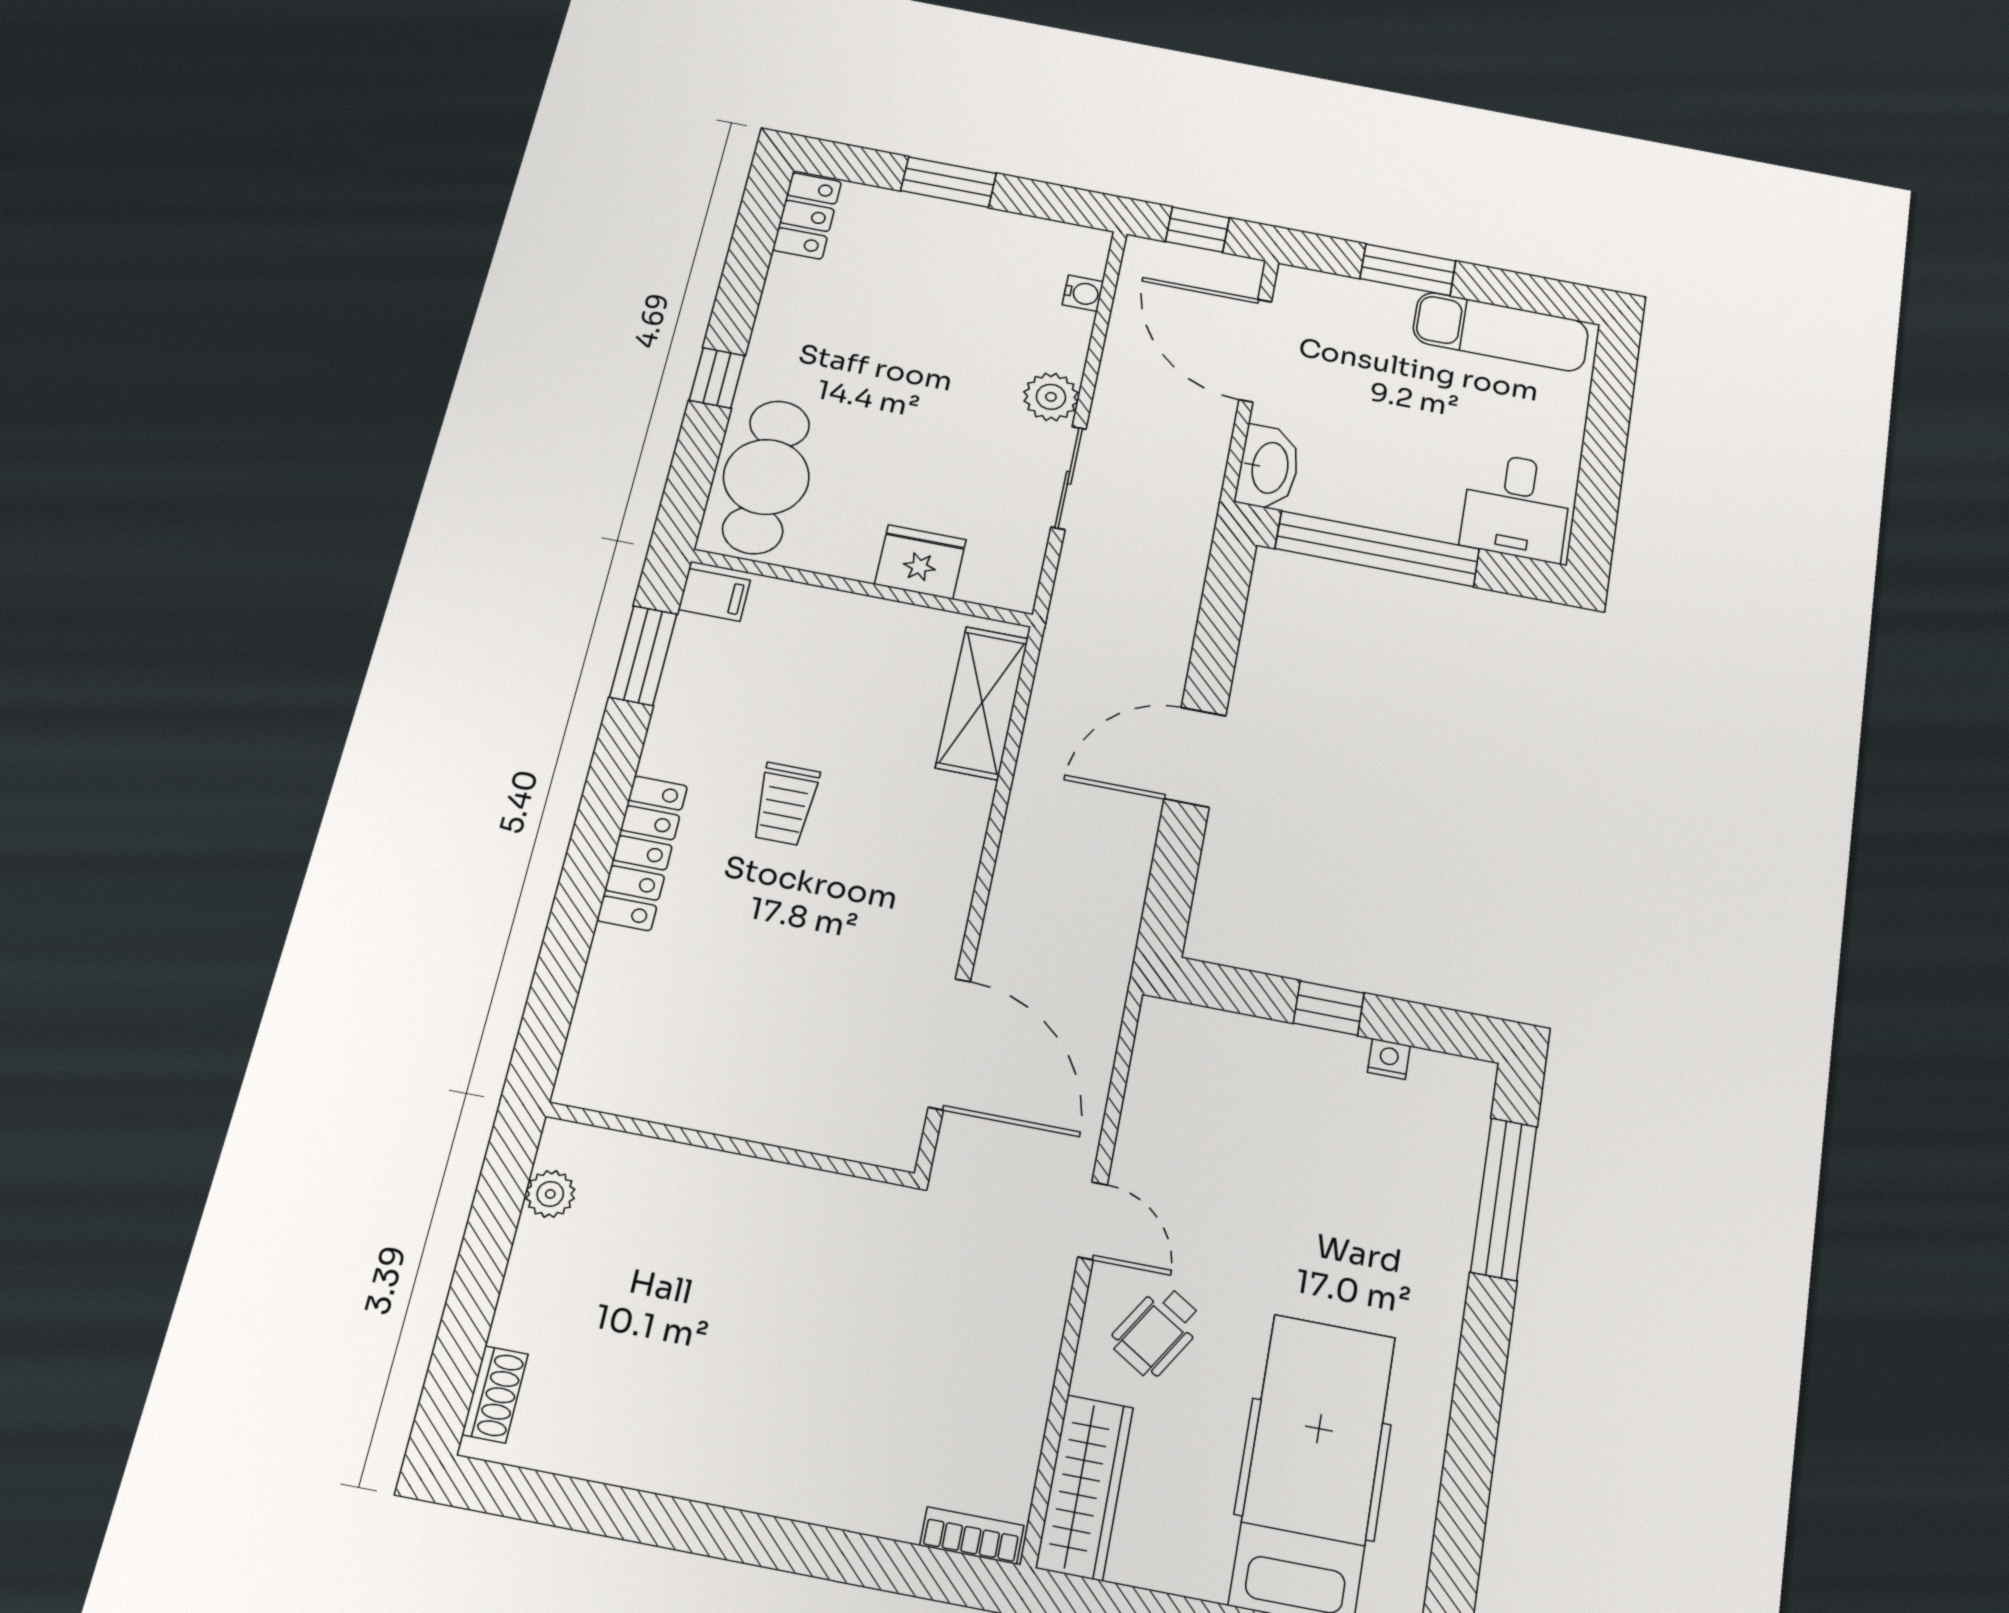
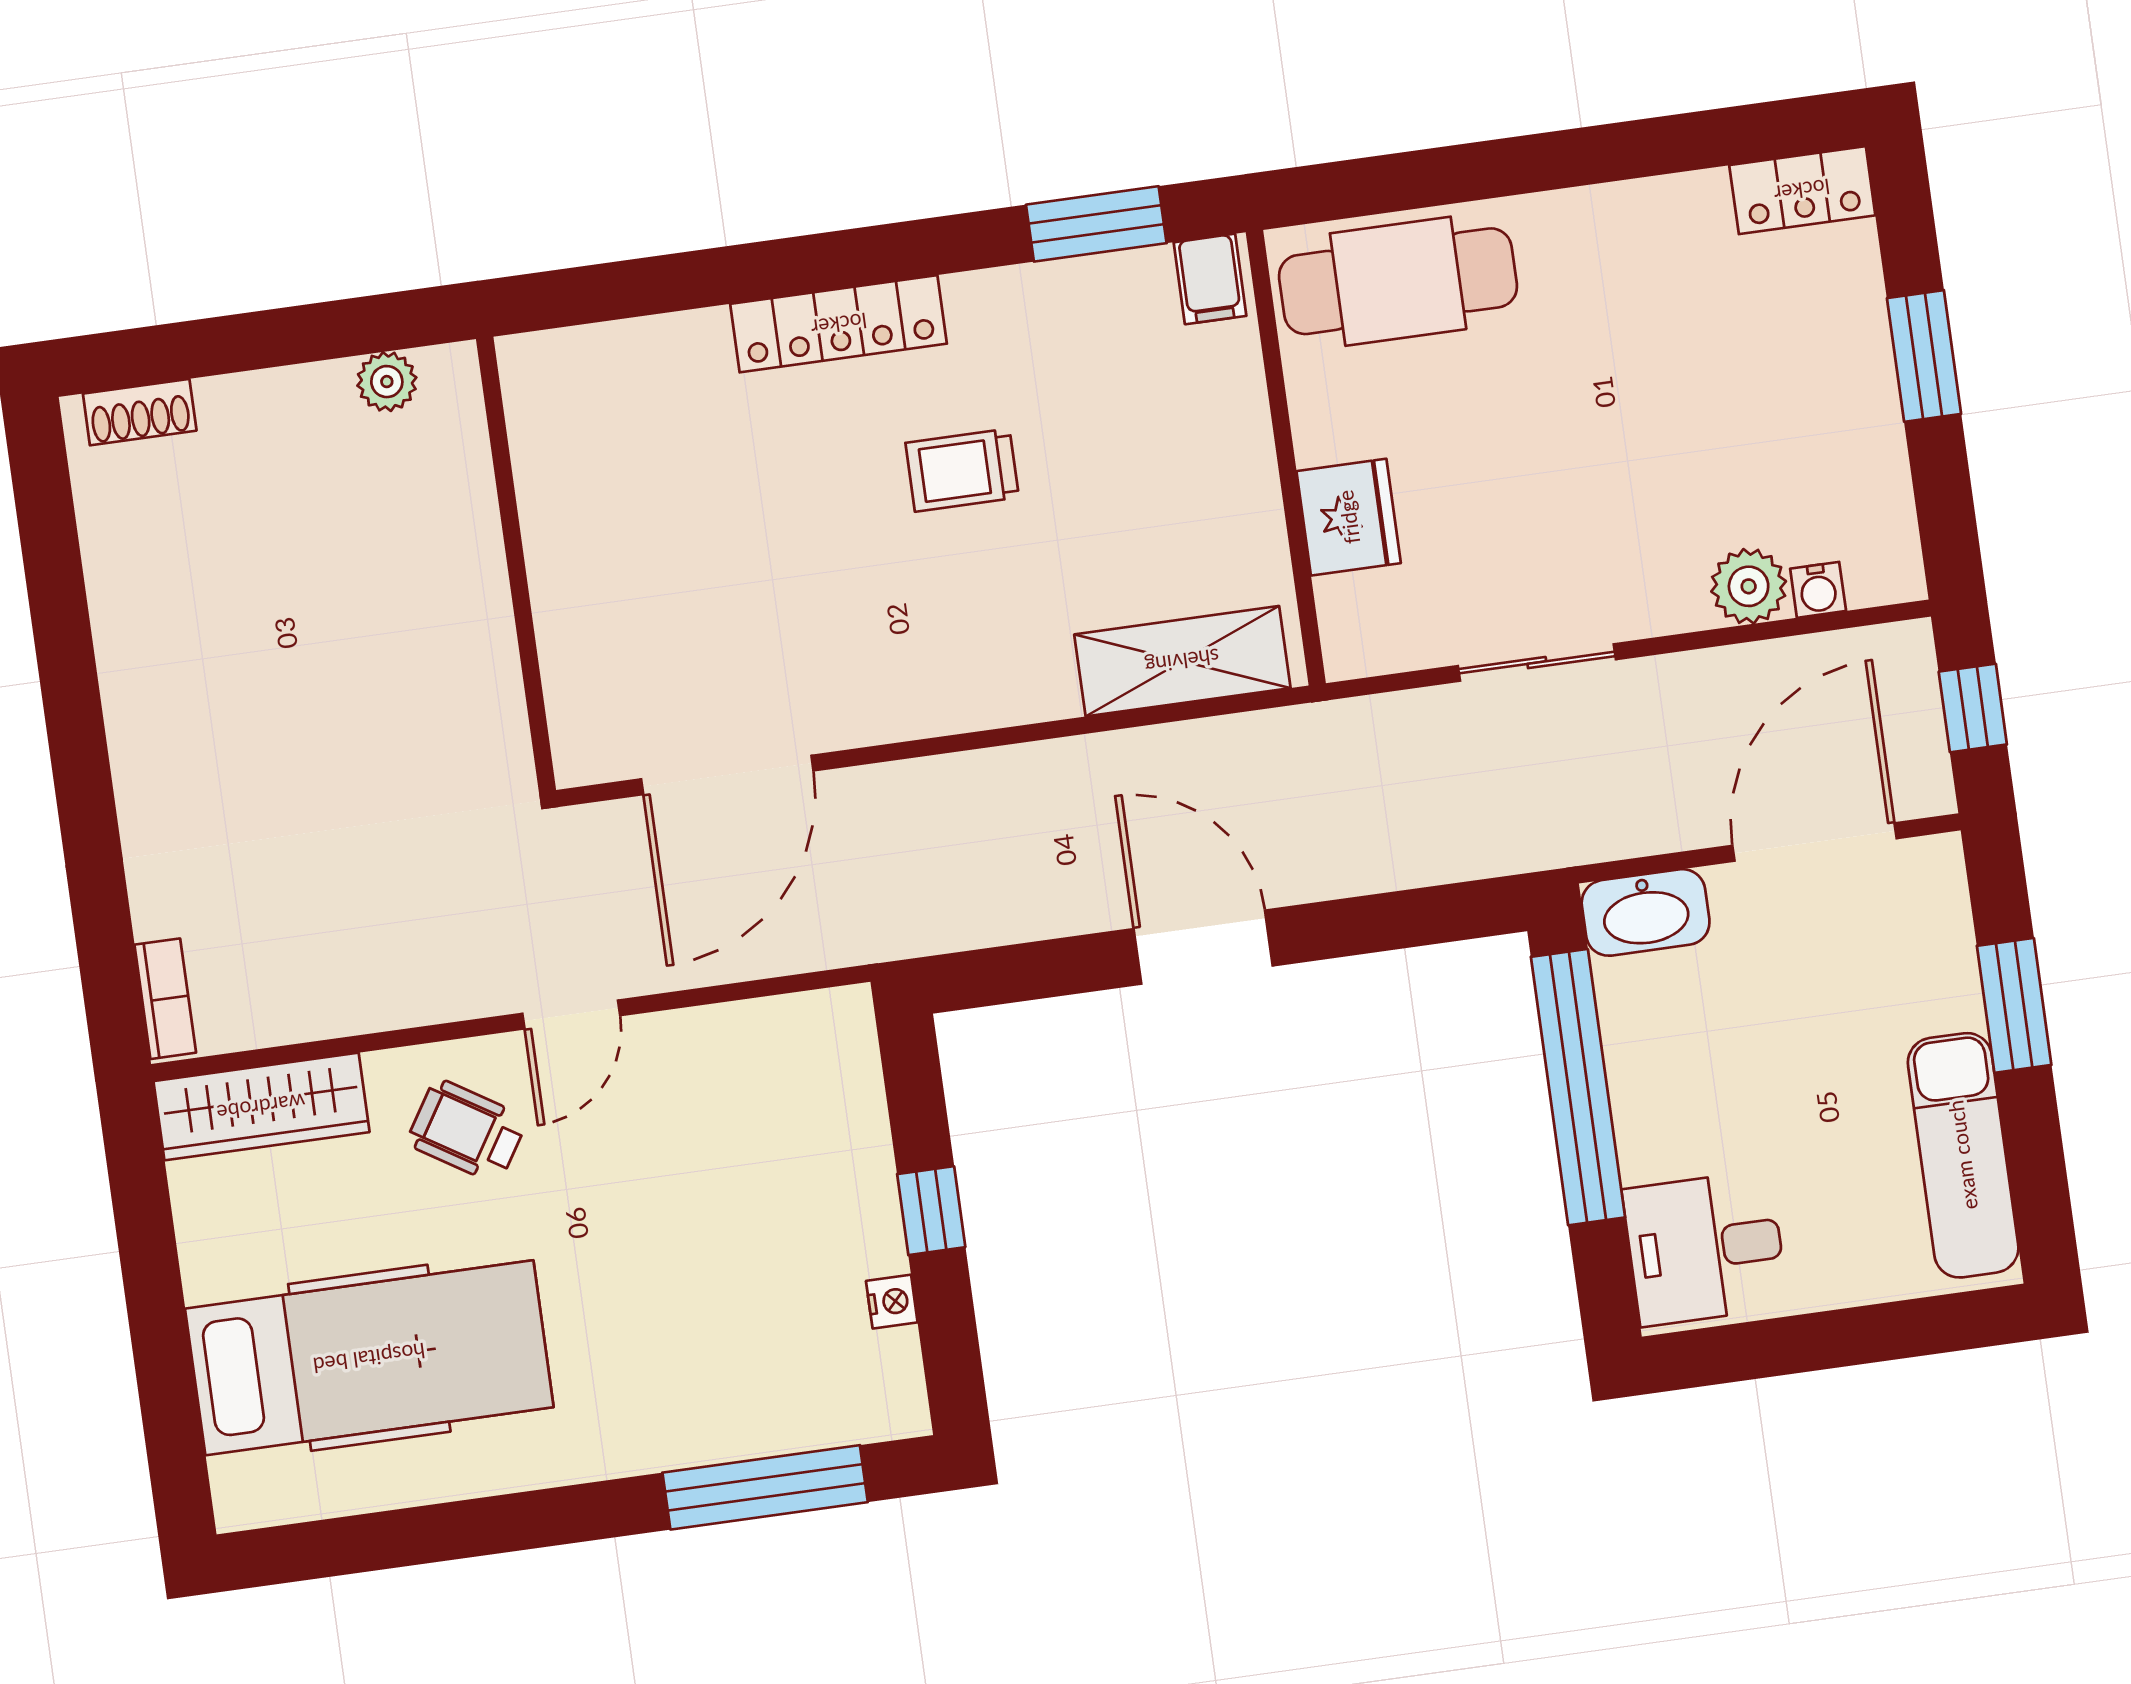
window: (717, 378) -> (1517, 166), removed
plant: (1051, 397) -> (1749, 586), moved

